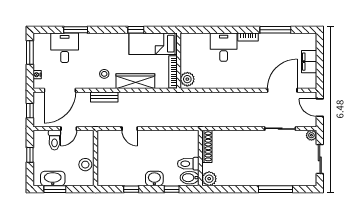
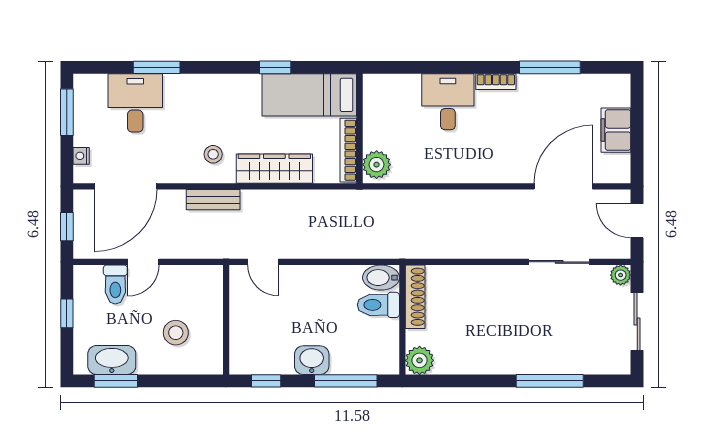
wall: (96, 158) -> (226, 320), moved
toilet: (188, 164) -> (378, 305), moved
bidet: (190, 178) -> (381, 278), moved
window: (172, 189) -> (346, 381), width x2.17

